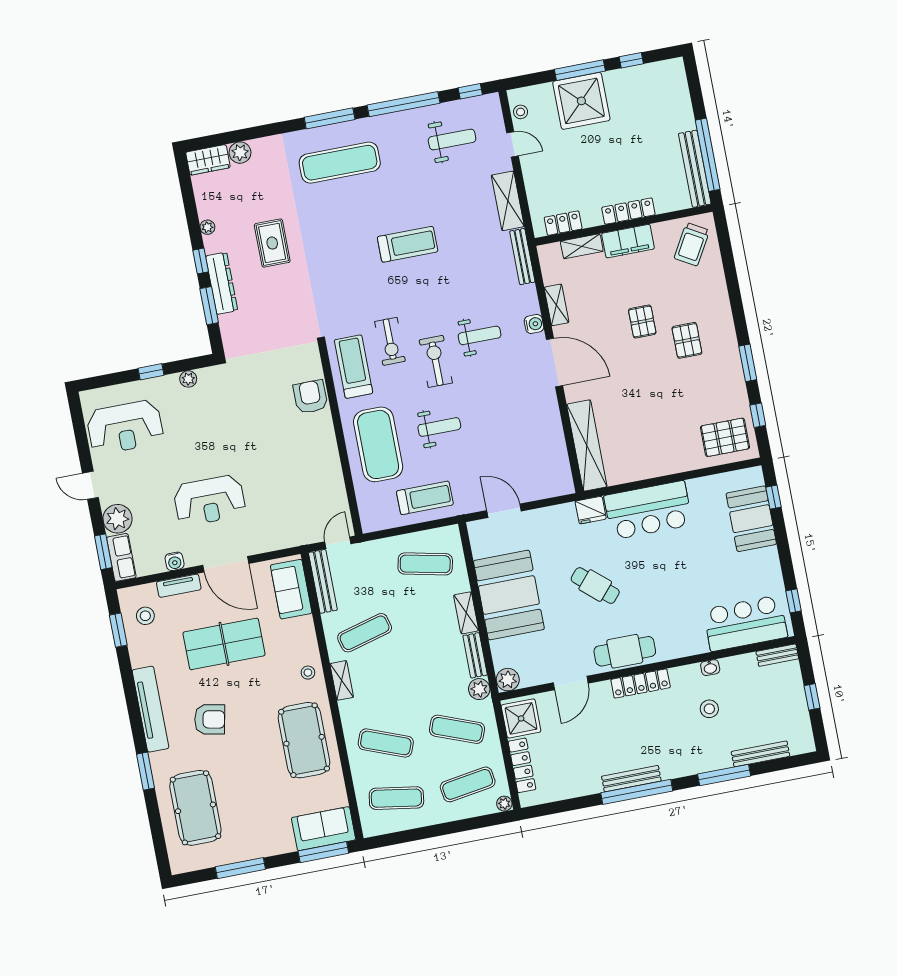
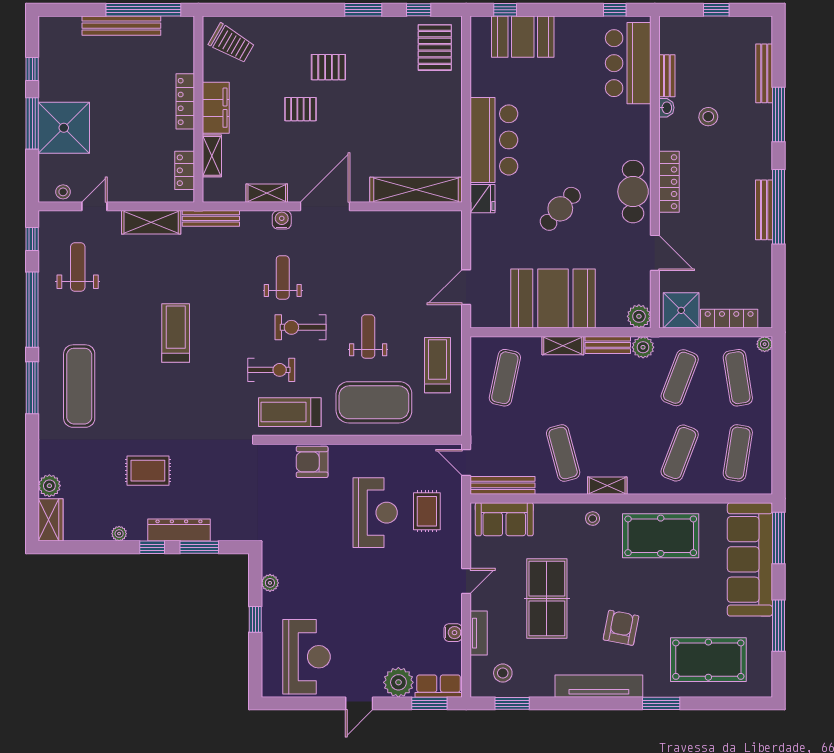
bench: (695, 169) -> (121, 26), moved
reception desk: (209, 500) -> (375, 513), moved
rug: (285, 515) -> (427, 511), added
door: (226, 564) -> (466, 581), width x0.53
bench: (777, 655) -> (667, 76), moved
sofa: (324, 829) -> (750, 559), width x1.85, depth x1.27

